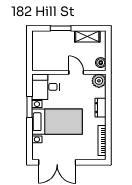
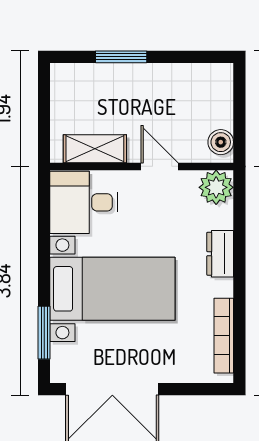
shelving: (87, 36) -> (95, 149), moved
window: (30, 107) -> (44, 333), moved

